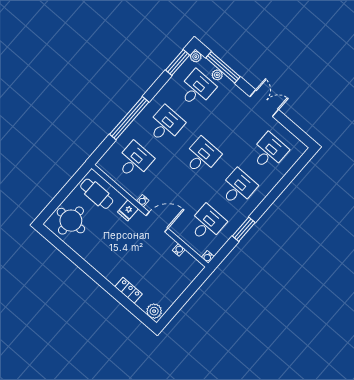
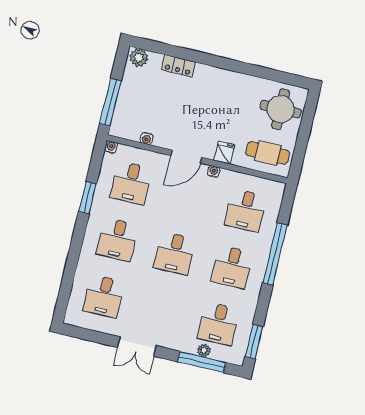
plant: (196, 57) -> (238, 358), removed
window: (191, 289) -> (110, 102), added

